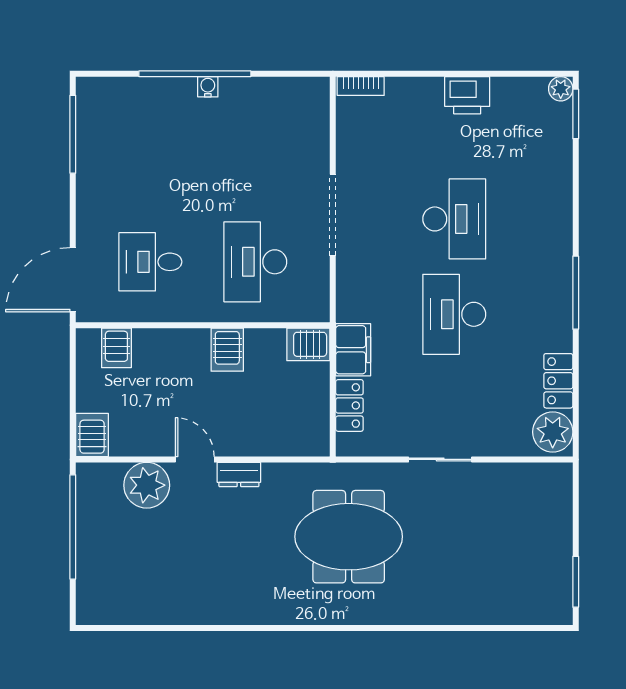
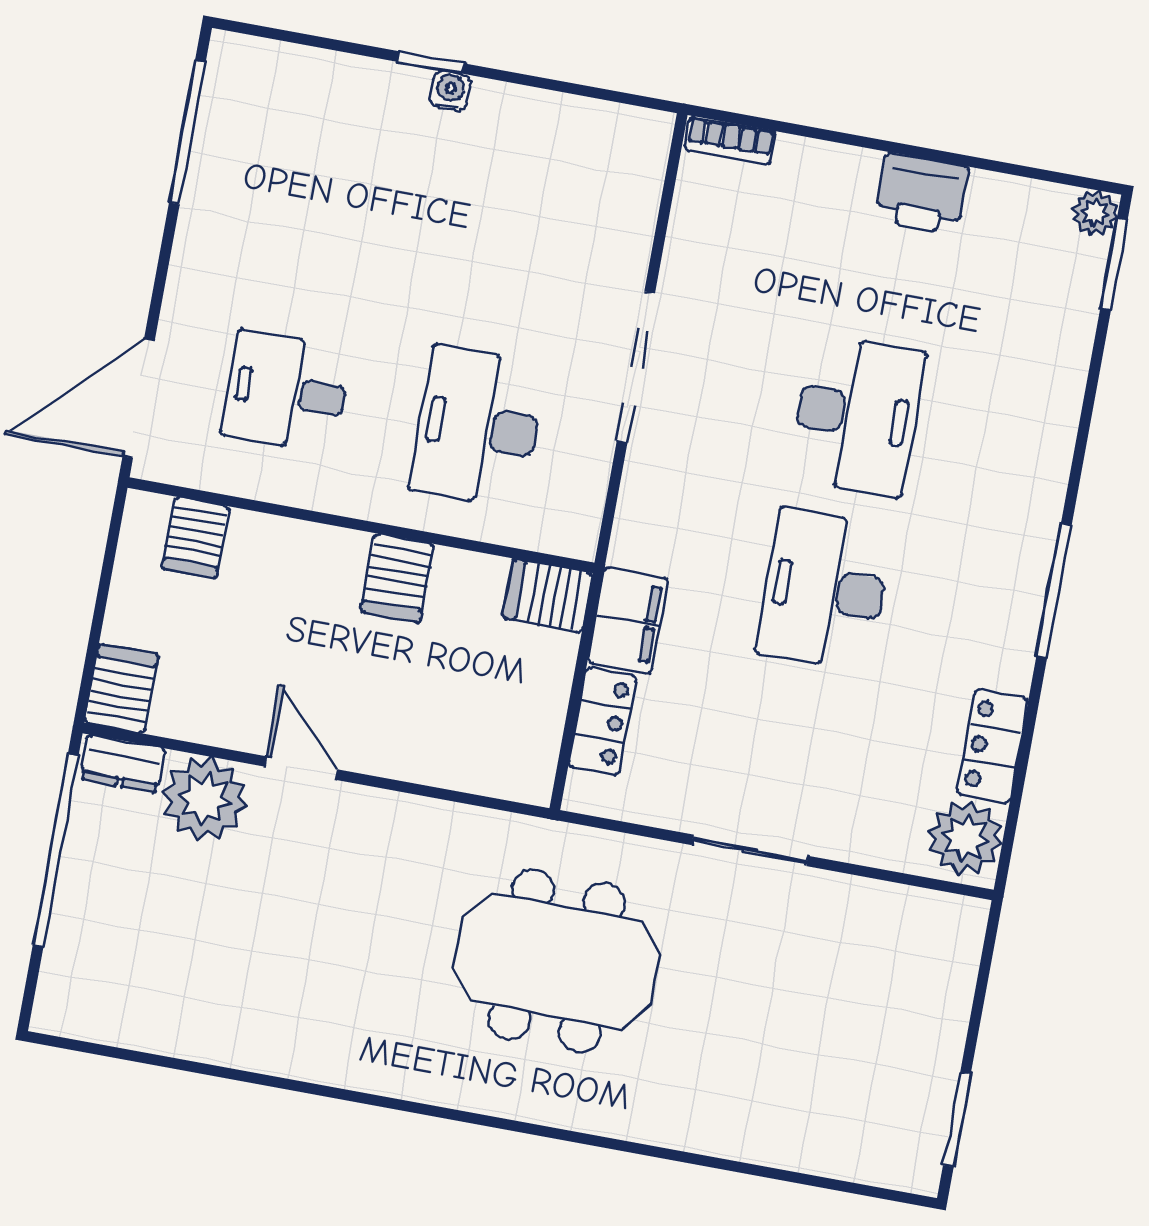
window: (195, 74) -> (431, 63), width x0.32
dresser: (239, 475) -> (123, 764), moved

